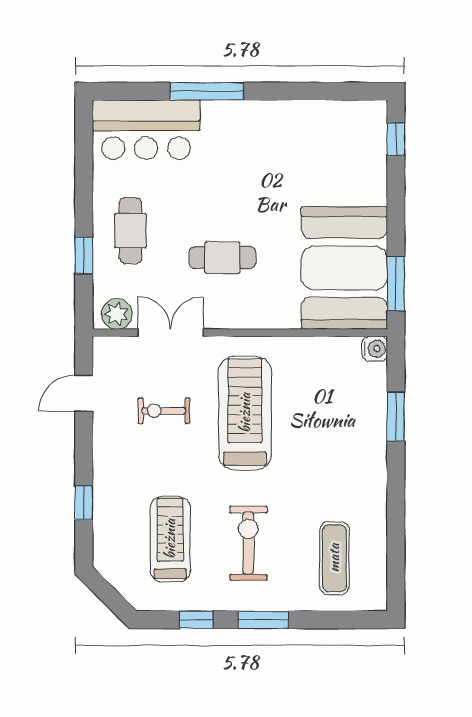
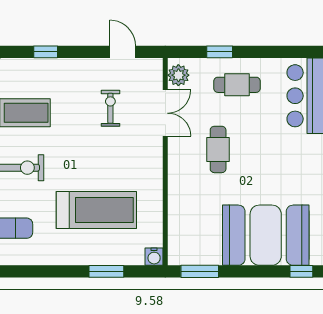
booth: (344, 268) -> (266, 235), moved
treadmill: (245, 413) -> (96, 210), moved

